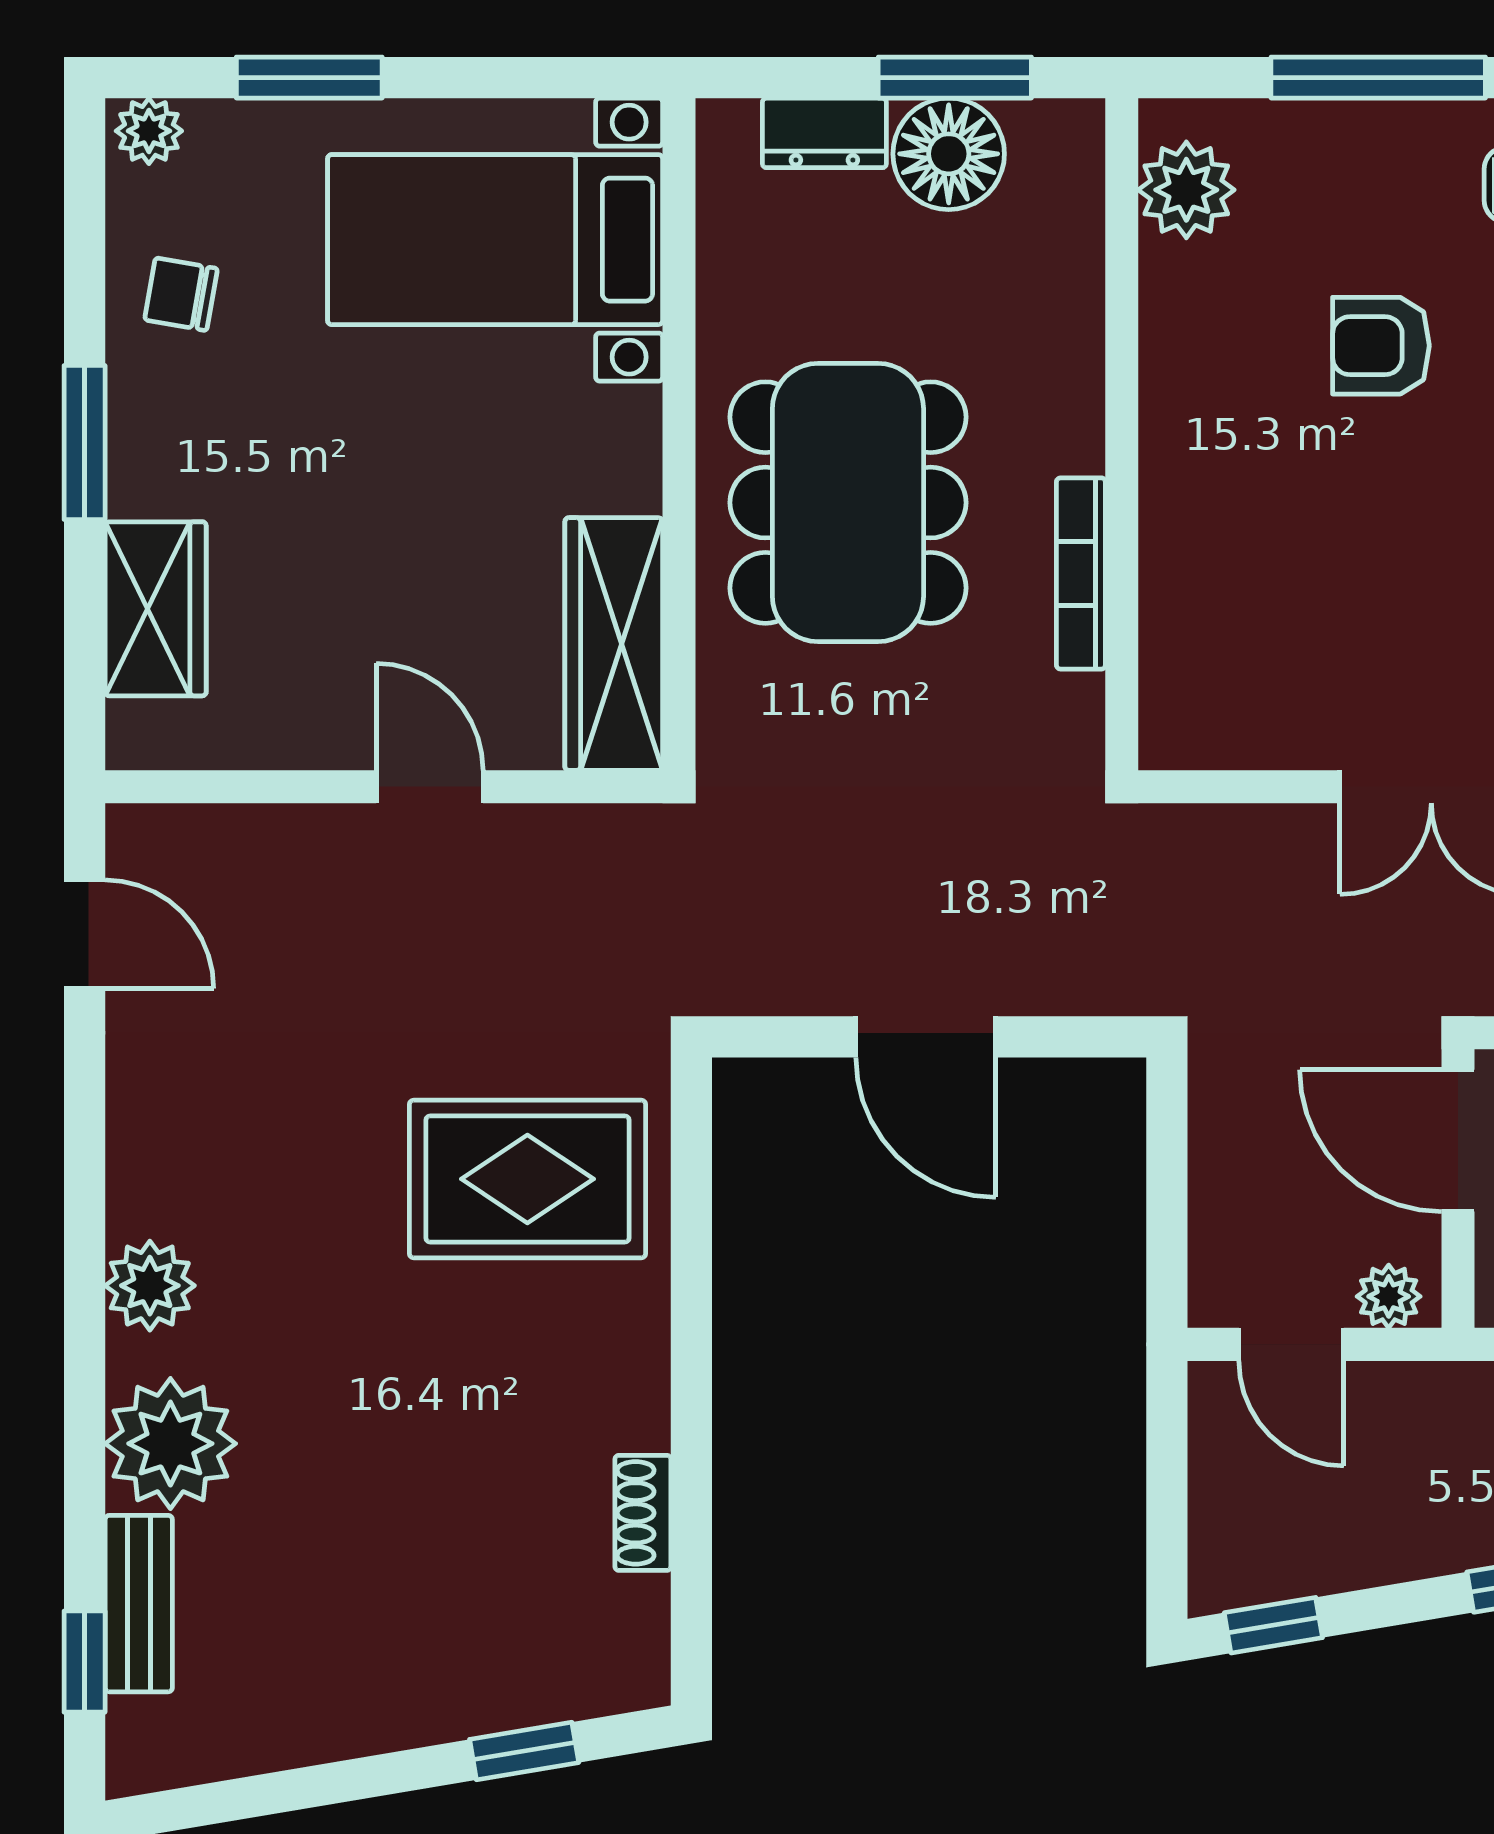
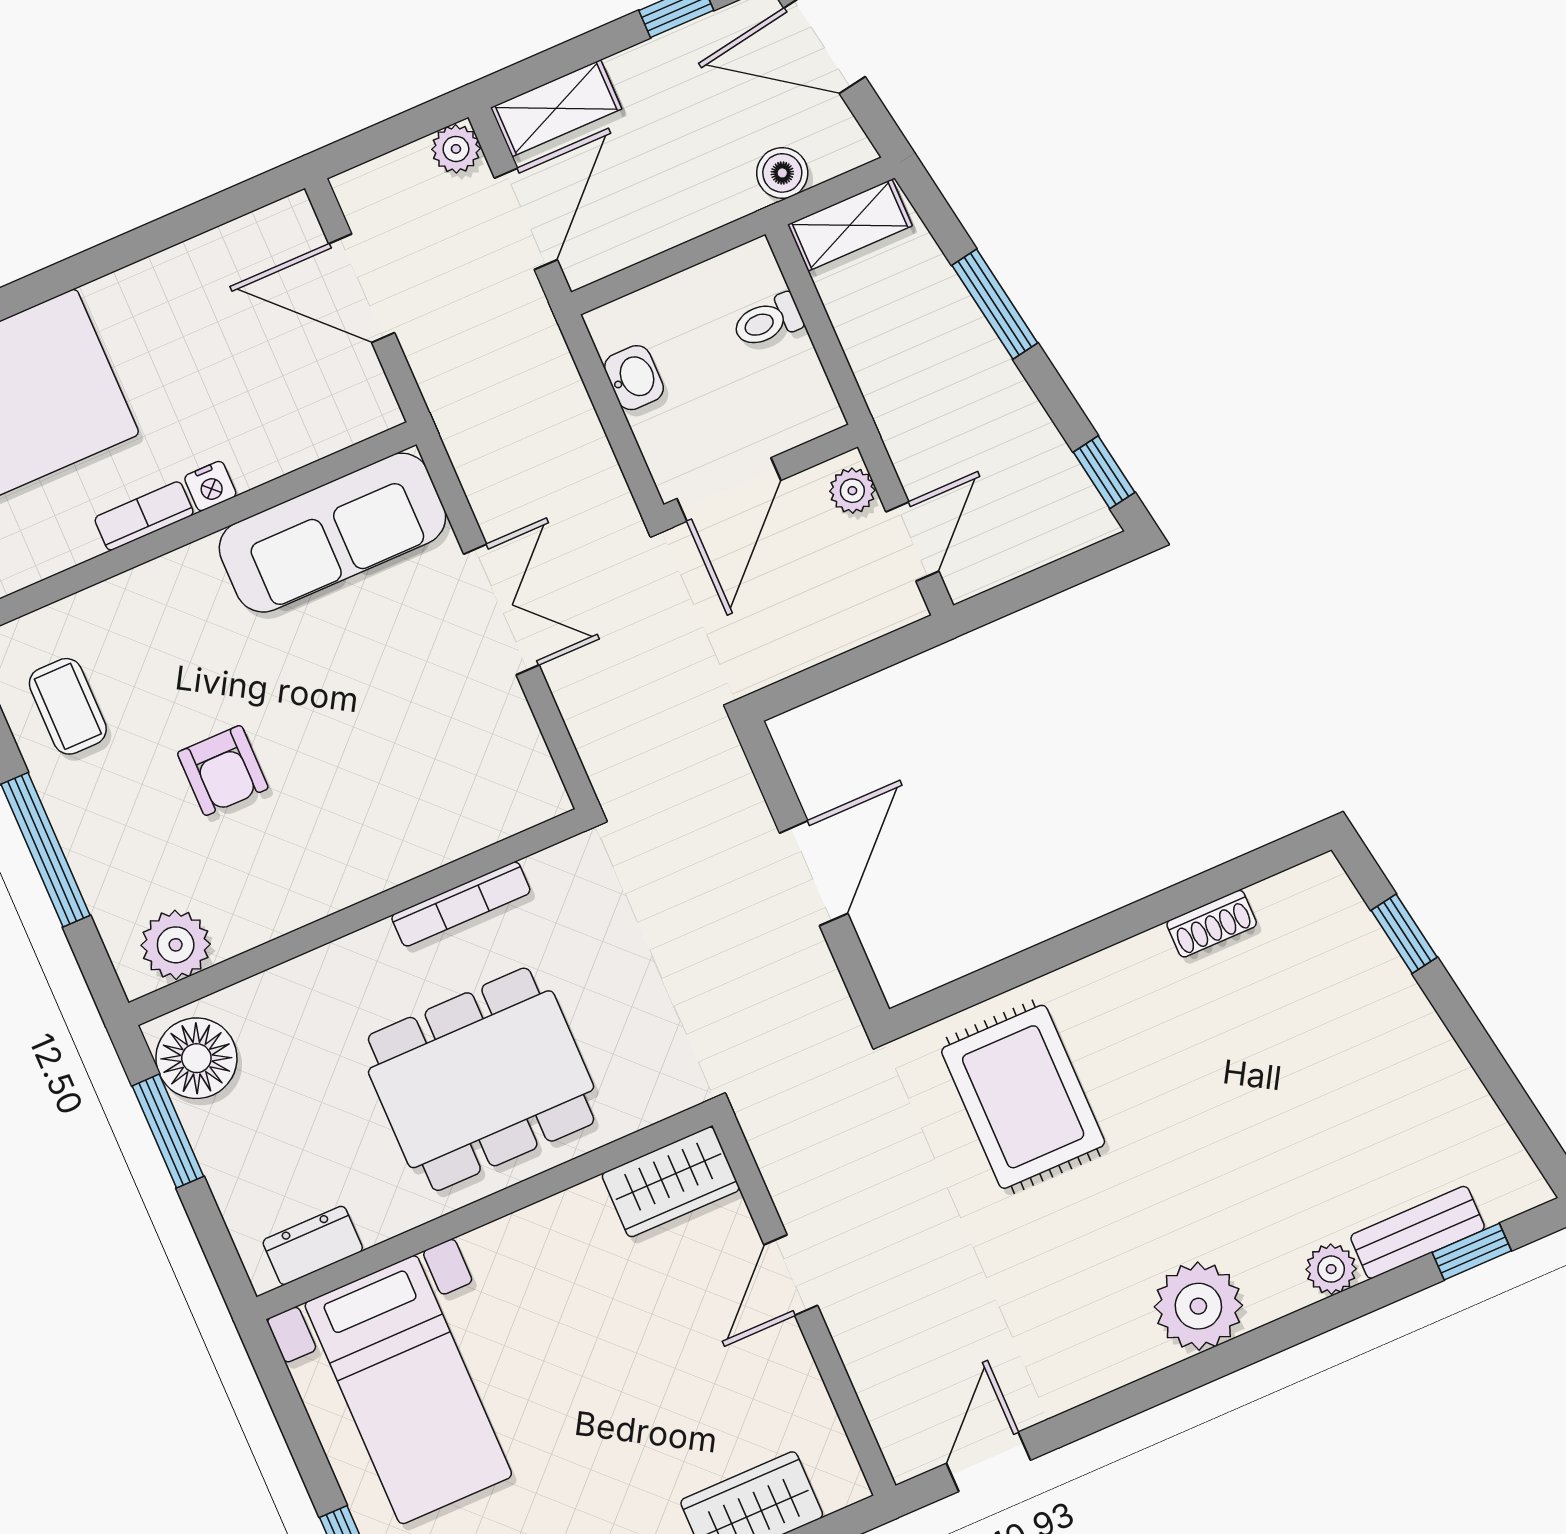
dresser: (824, 133) -> (313, 1245), moved, turned -90
floor lamp: (949, 154) -> (196, 1058), moved
wardrobe: (614, 644) -> (671, 1182), width x0.67
plant: (150, 1286) -> (1198, 1306), width x1.36, depth x1.36
plant: (170, 1444) -> (1331, 1269), width x0.53, depth x0.53

